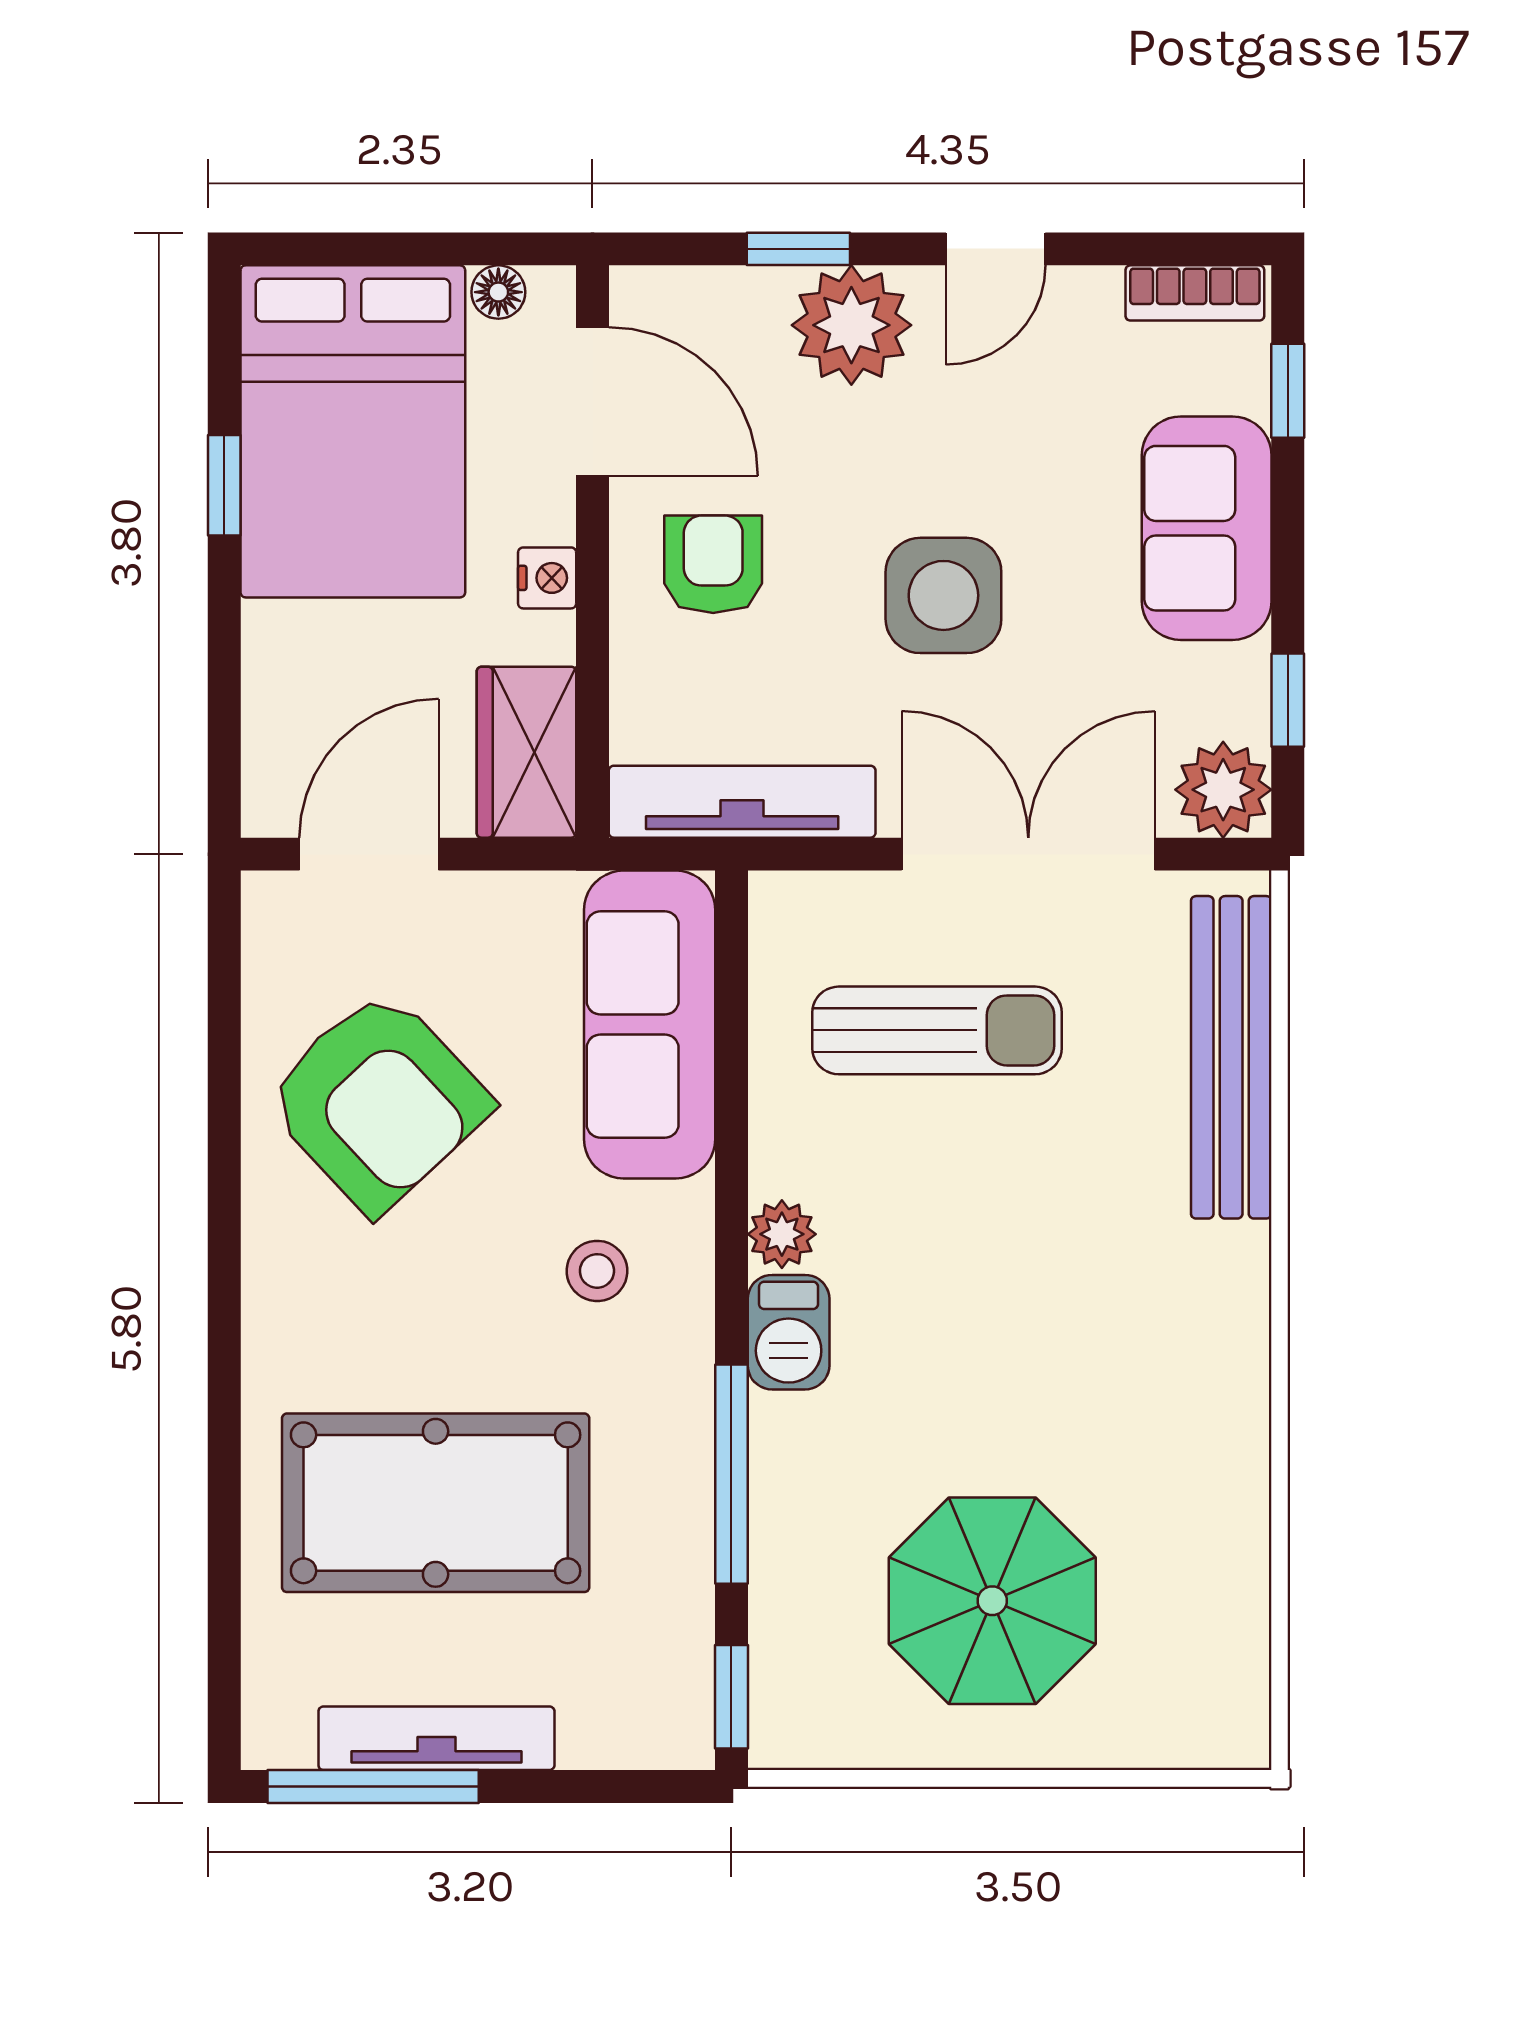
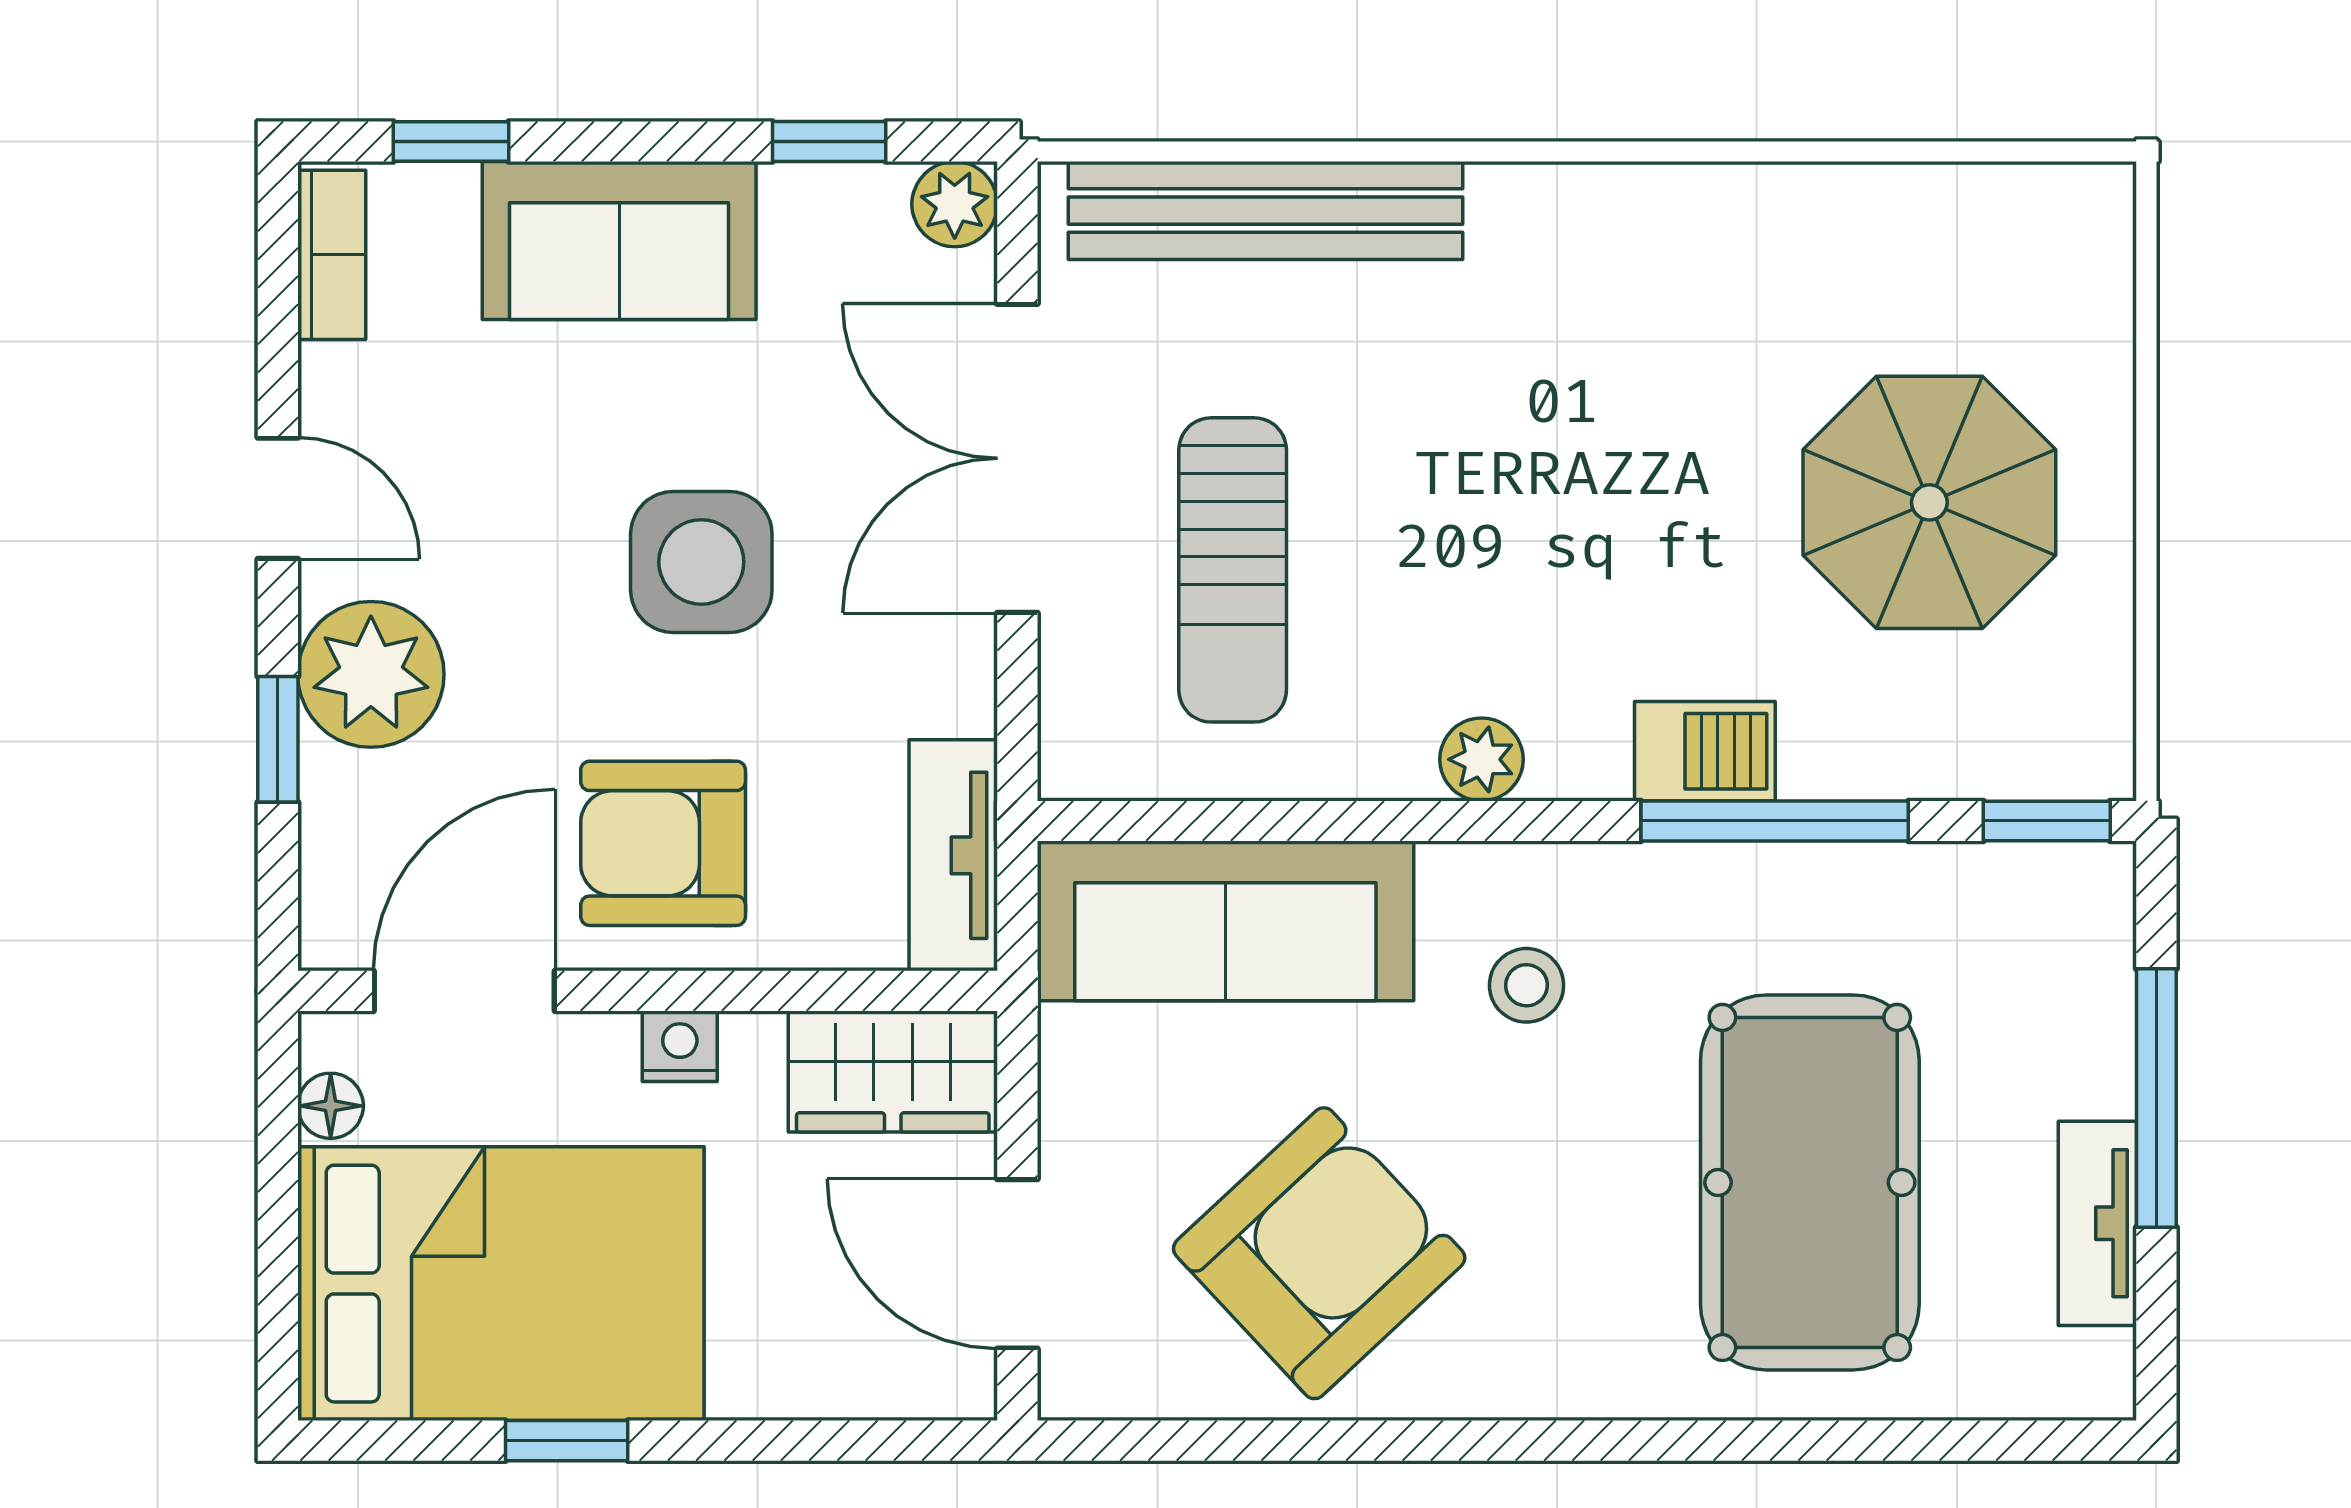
armchair: (713, 564) -> (663, 843), width x1.38, depth x1.38
plant: (1223, 790) -> (955, 204), width x0.73, depth x0.73
tv unit: (742, 802) -> (953, 855), width x0.71
sun lounger: (937, 1030) -> (1233, 570), turned 180
barbecue: (789, 1332) -> (1705, 751), moved
tv unit: (436, 1738) -> (2097, 1223), width x0.71
window: (373, 1787) -> (2156, 1098), moved

